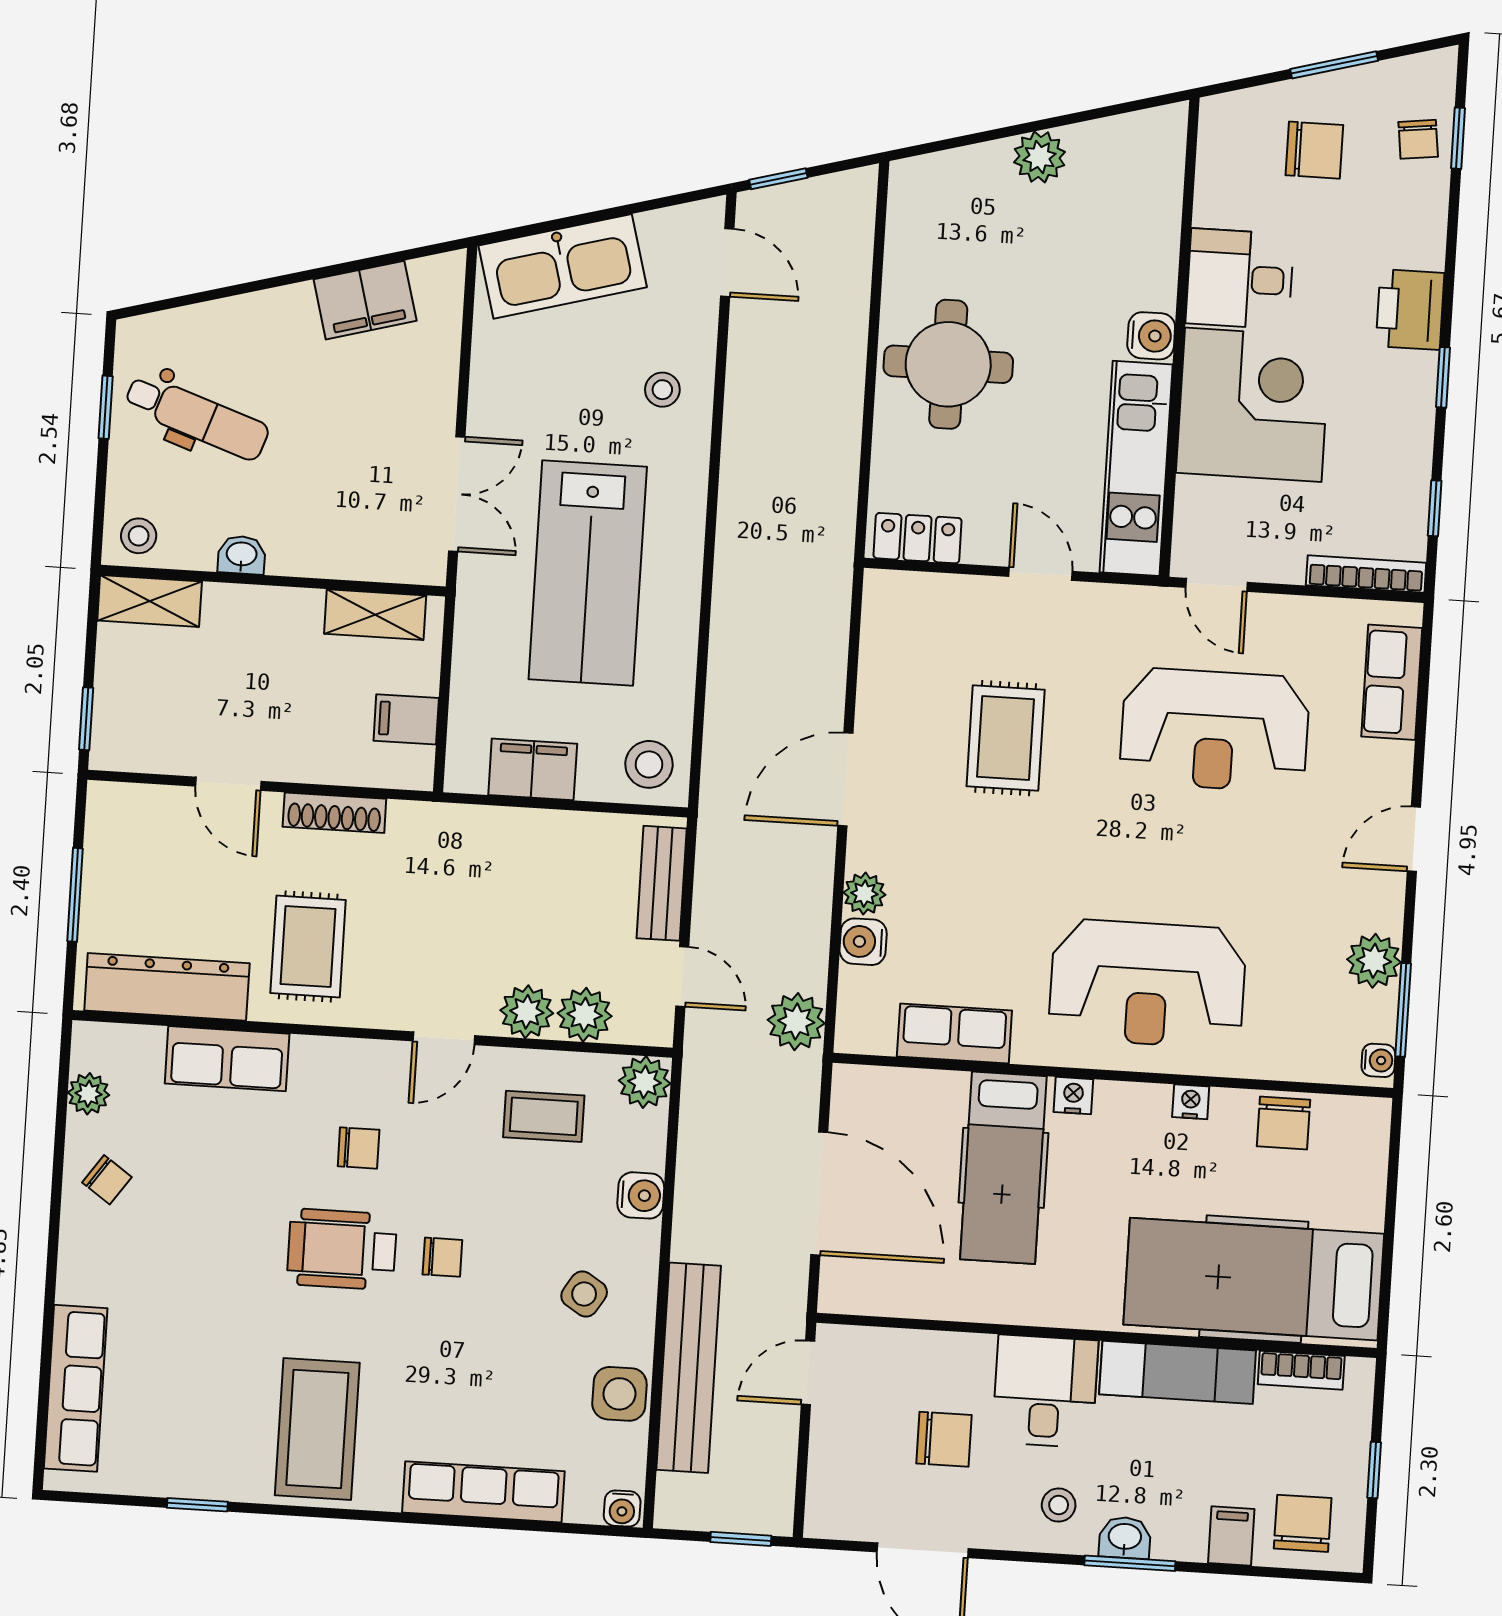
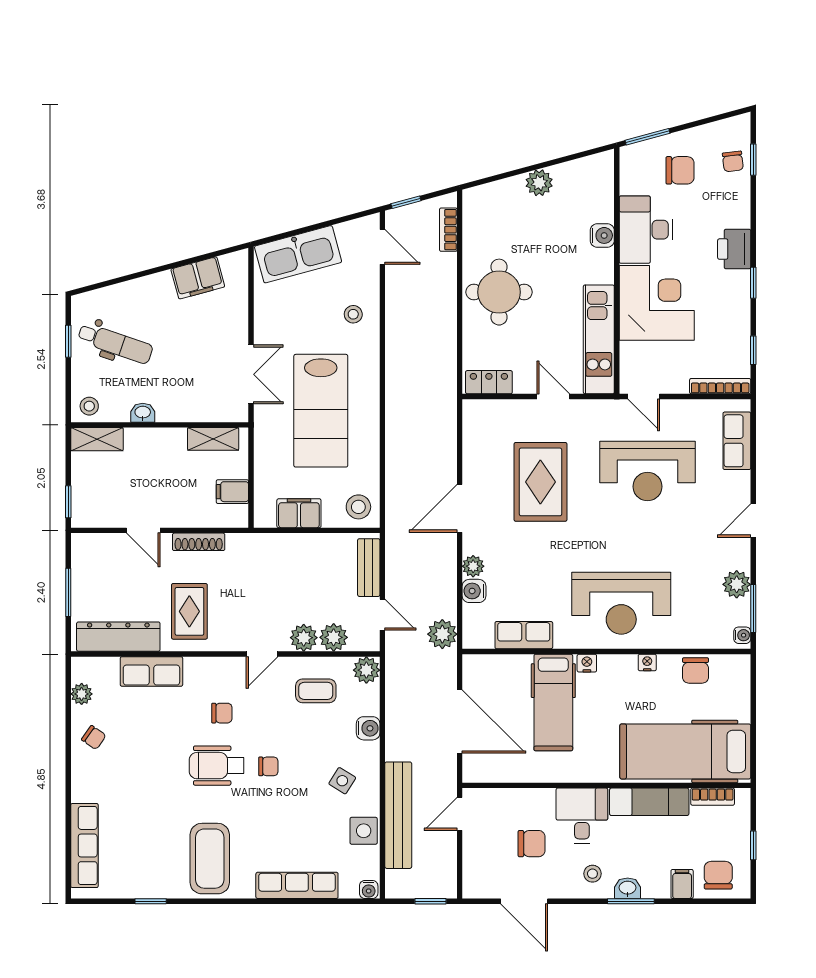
window: (1334, 65) -> (648, 137), moved
bookcase: (857, 237) -> (448, 230), added
desk: (1240, 279) -> (646, 230), width x1.37
water cooler: (1151, 336) -> (602, 235), moved
rug: (1006, 738) -> (540, 482), width x1.36, depth x1.43

